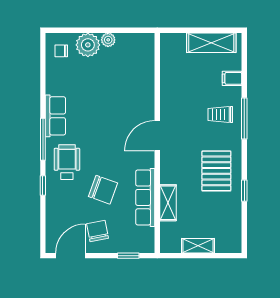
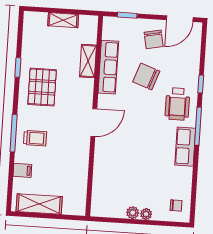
plant: (88, 45) -> (146, 214), width x0.53, depth x0.53

